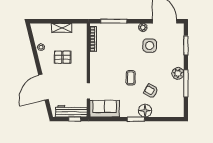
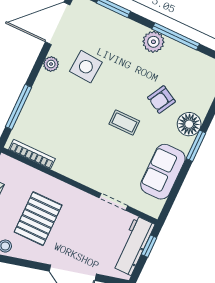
pallet: (62, 57) -> (38, 219), width x1.50, depth x1.42
sofa: (105, 109) -> (163, 172), moved

